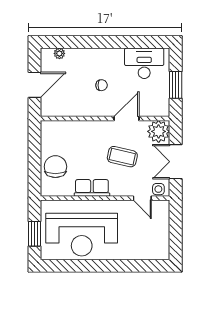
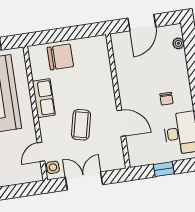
door: (35, 85) -> (142, 23), hinge flipped
chair: (102, 85) -> (166, 99), moved
window: (176, 85) -> (164, 169), width x0.67
plant: (159, 131) -> (113, 159), removed

